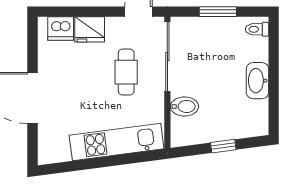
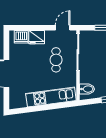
bidet: (184, 106) -> (87, 89), moved

